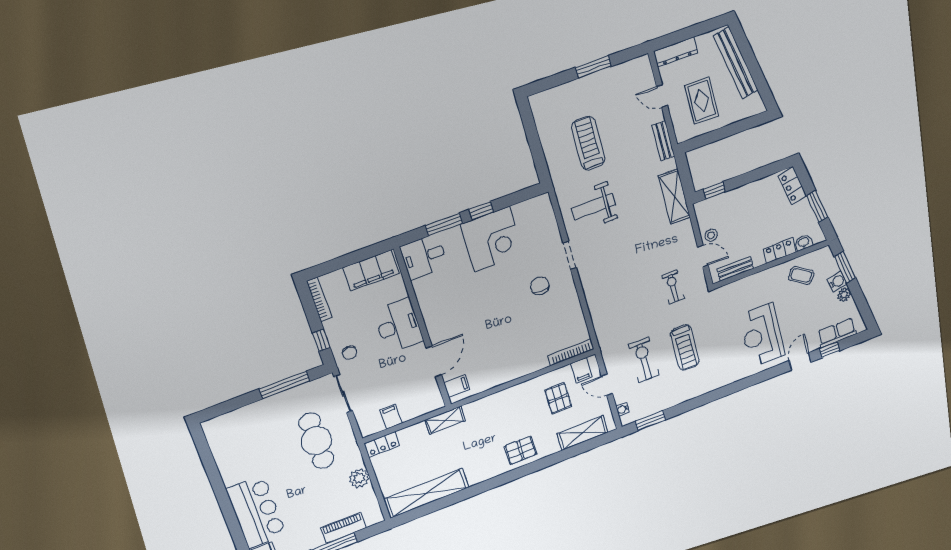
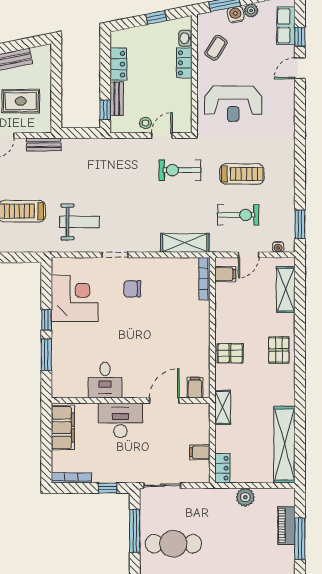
locker: (792, 186) -> (118, 64), moved, turned -79
shelving: (674, 197) -> (185, 243), moved
window: (817, 206) -> (156, 17), width x0.67
weight bench: (594, 207) -> (79, 222), turned -90
corner desk: (492, 239) -> (75, 298), moved
desk: (424, 257) -> (105, 380), moved
bench: (735, 269) -> (117, 99), moved
exercise bike: (673, 287) -> (180, 170), width x1.38, depth x1.39
reception desk: (762, 335) -> (233, 104), moved
chair: (350, 353) -> (128, 468), removed
exercise bike: (644, 360) -> (238, 215), turned 180
door: (434, 361) -> (164, 400), hinge flipped
door: (800, 361) -> (300, 68), hinge flipped
pallet: (558, 398) -> (230, 353), moved
cafe table: (316, 441) -> (173, 544), moved

